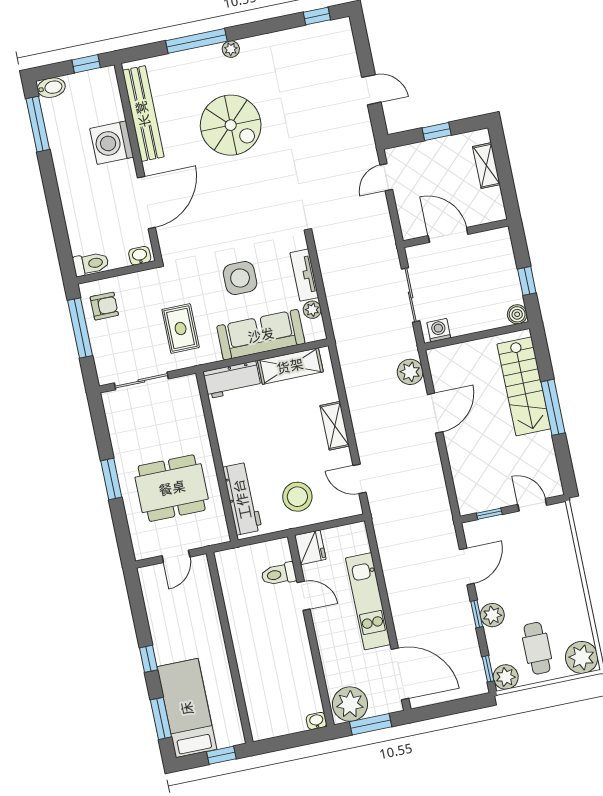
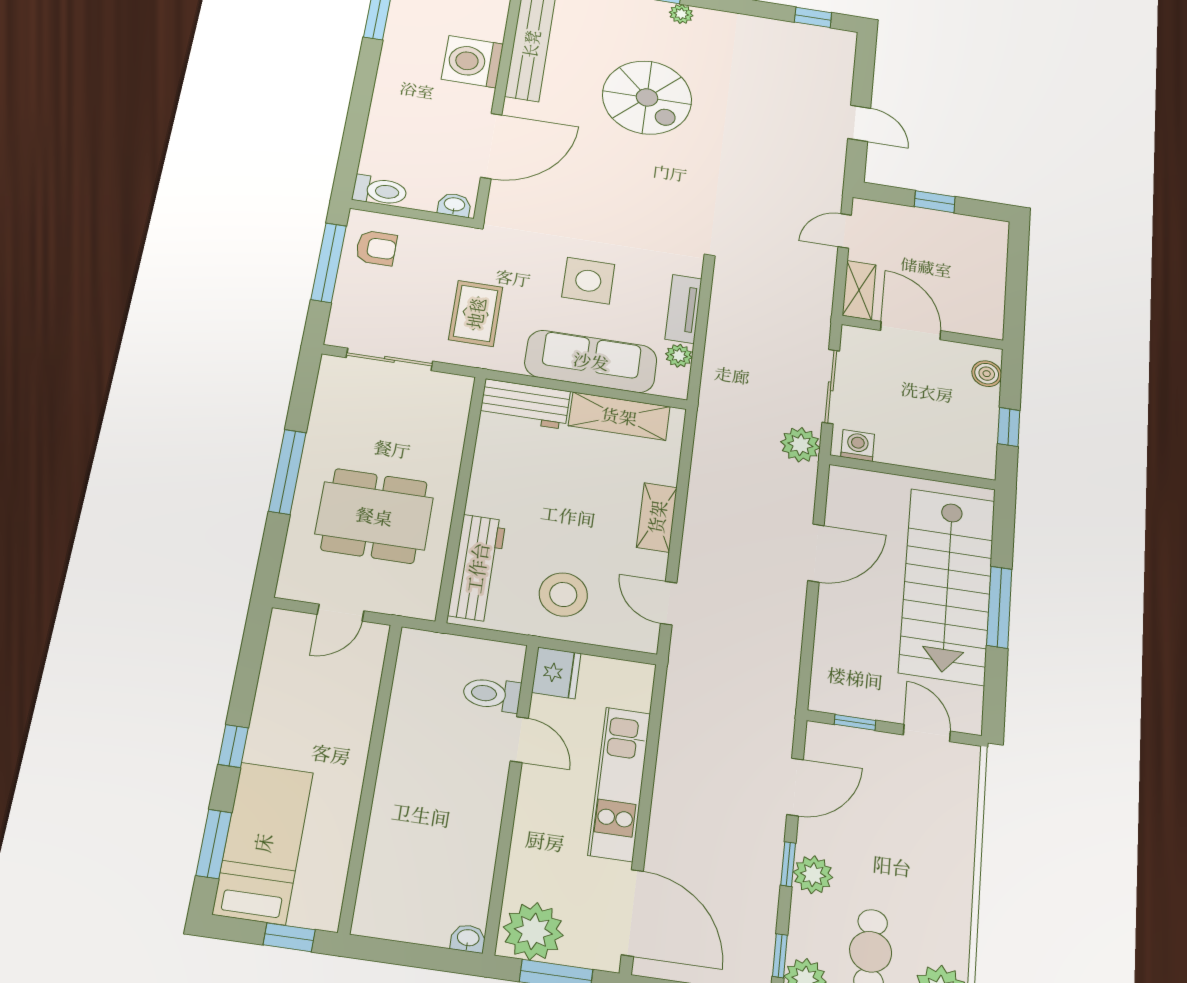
shelving: (486, 166) -> (859, 290), moved
boiler: (517, 314) -> (987, 374), moved
plant: (410, 372) -> (800, 445), moved
stairs: (524, 386) -> (947, 586), width x1.36, depth x1.51
window: (111, 479) -> (287, 472), width x1.44

